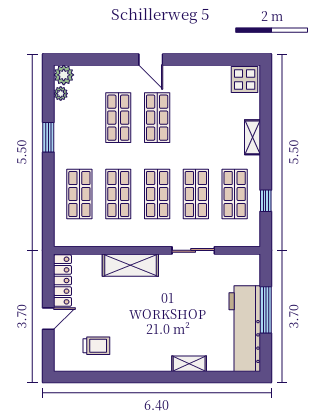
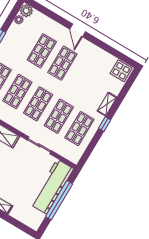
window: (266, 201) -> (105, 124), moved
window: (266, 310) -> (59, 200), width x1.46
workbench: (245, 329) -> (52, 187), moved

